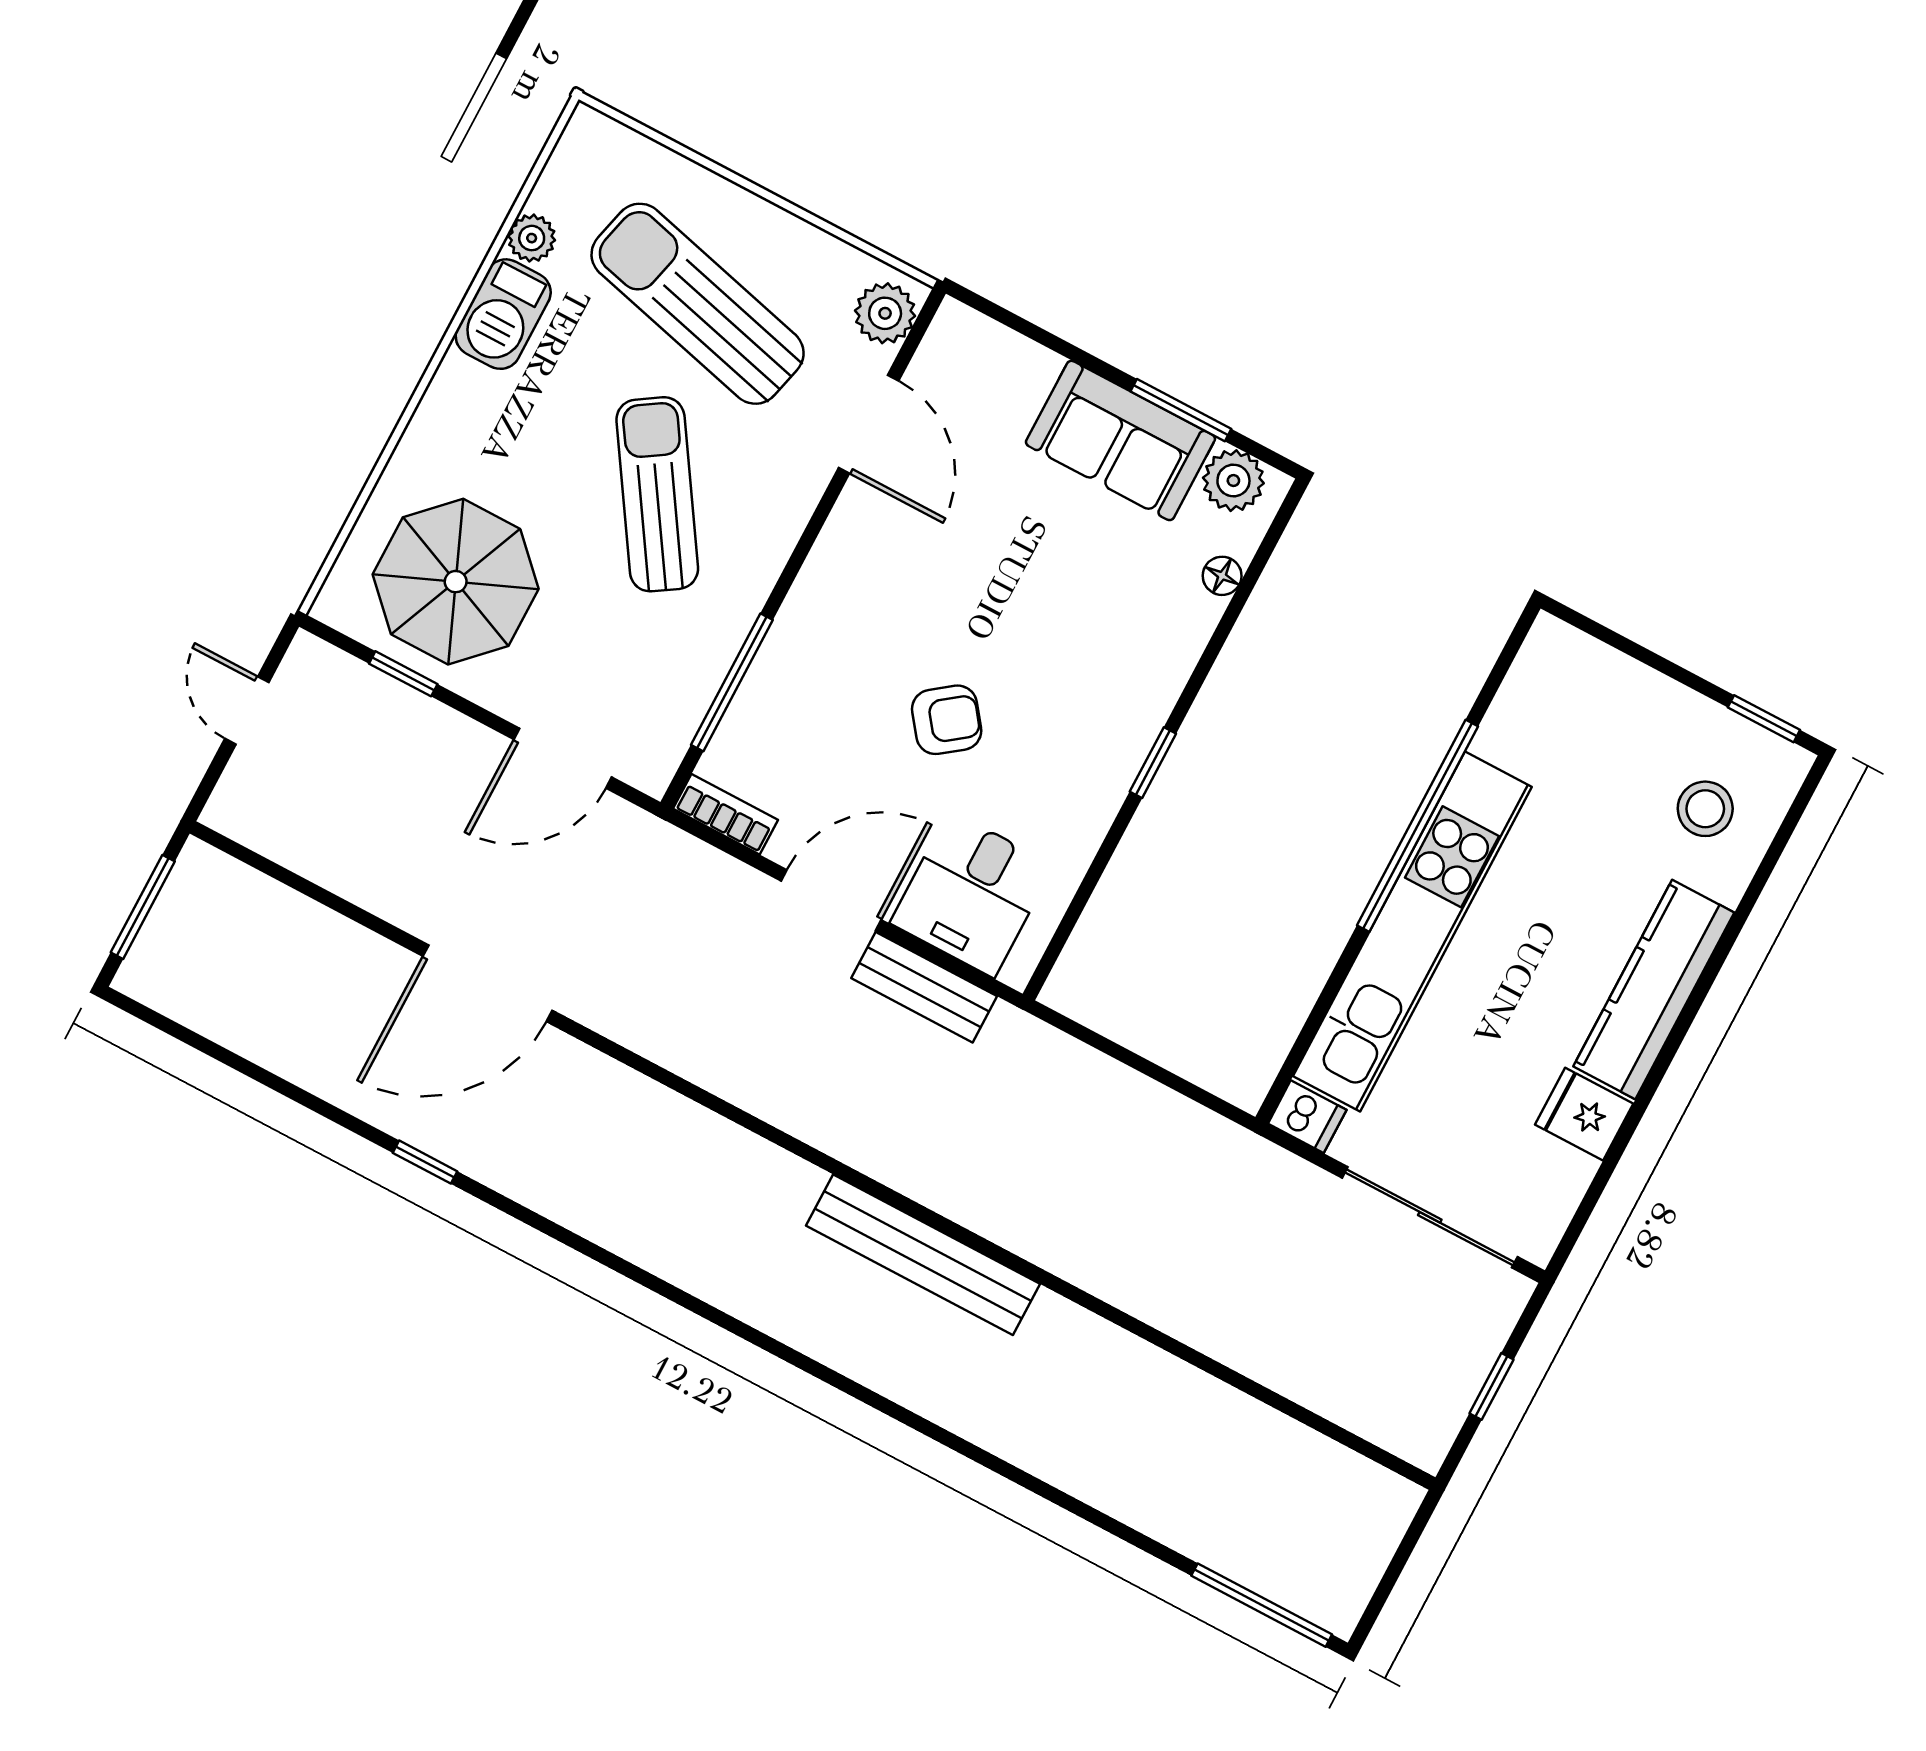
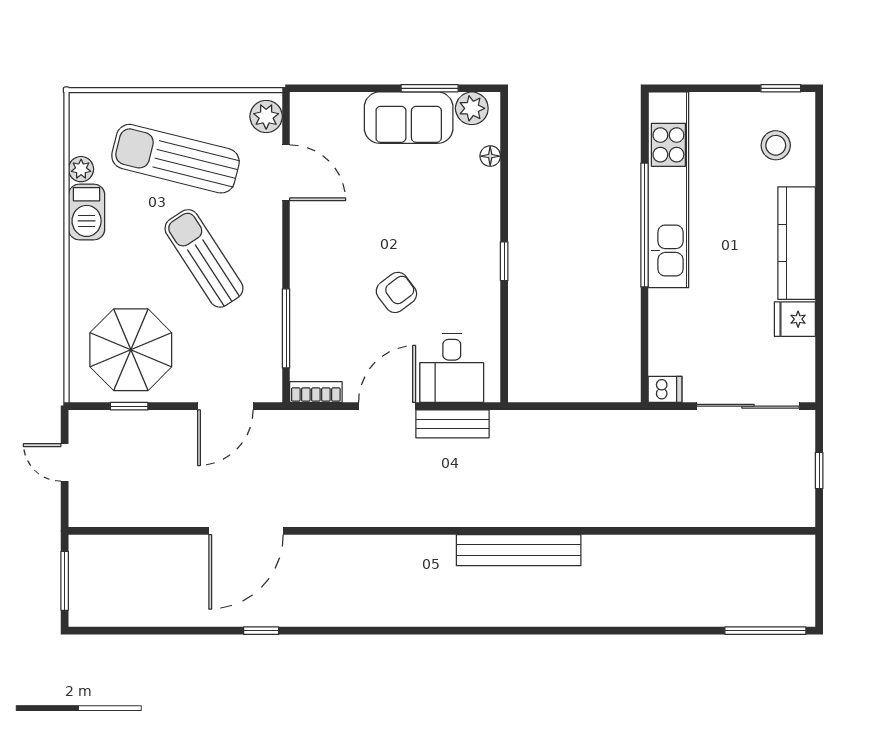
kitchen unit: (1412, 932) -> (668, 190), moved

